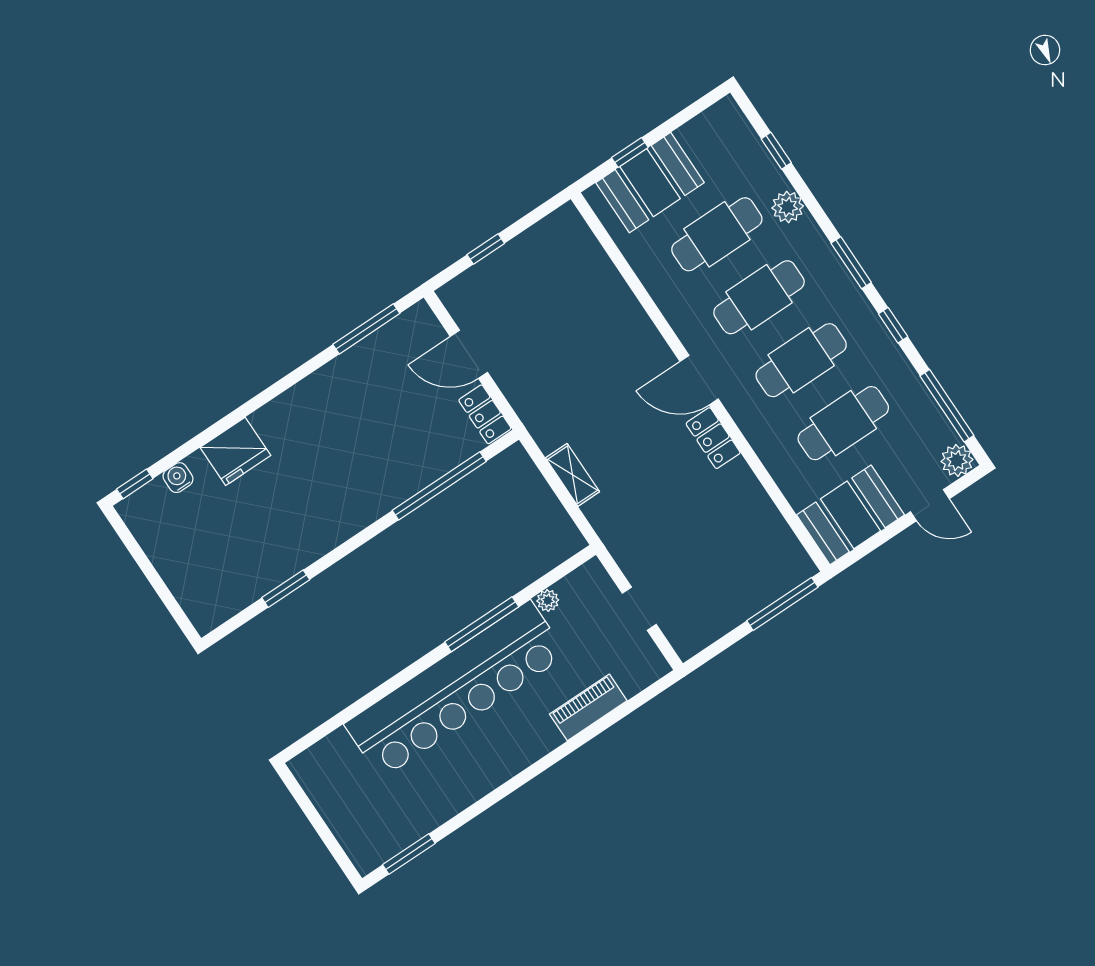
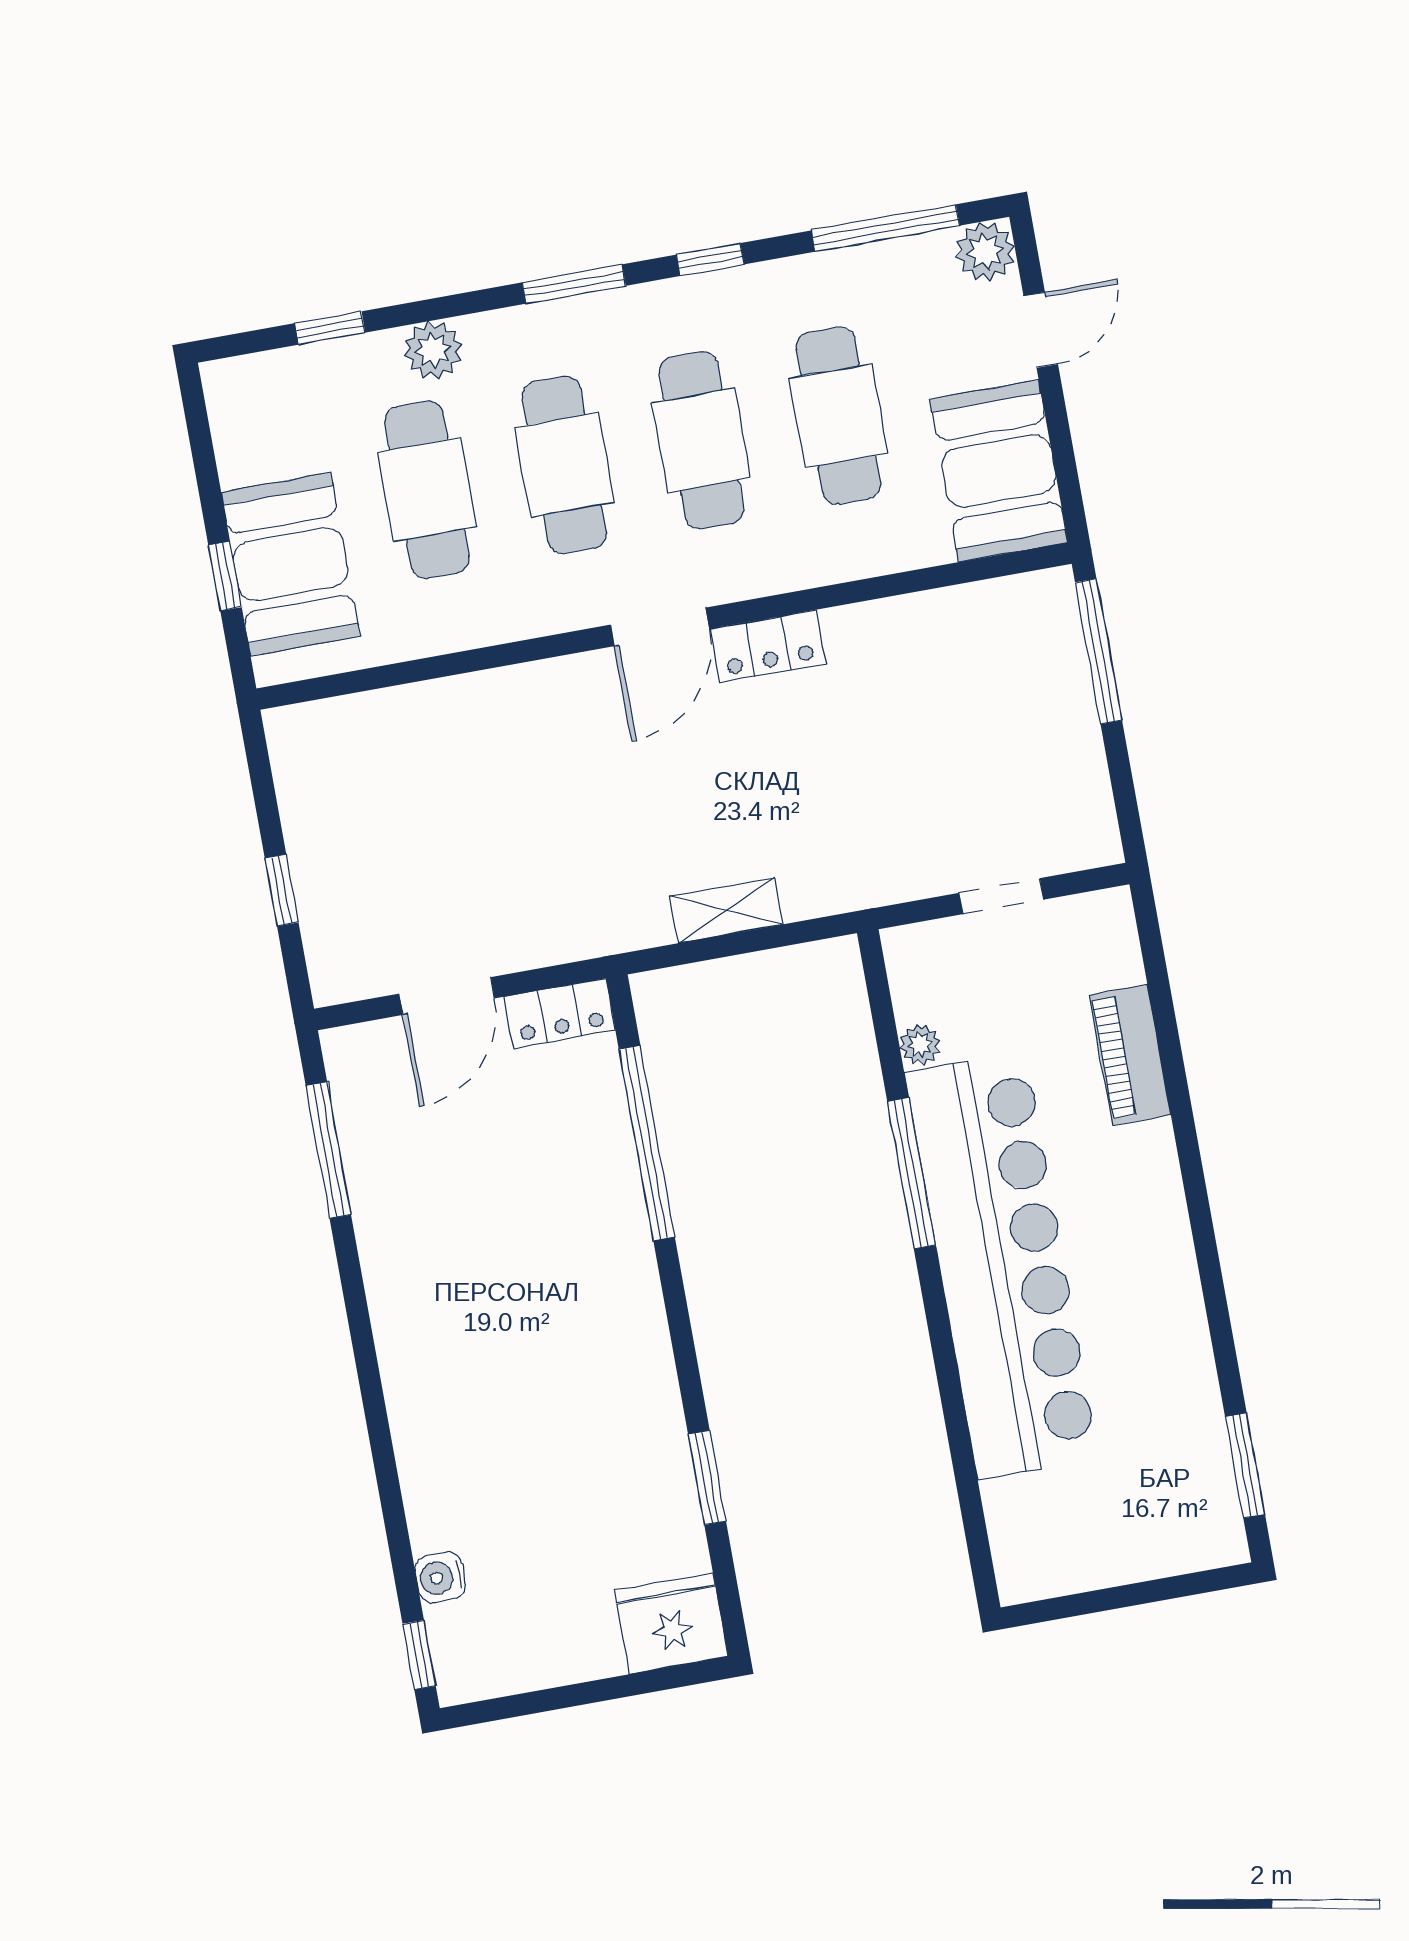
fridge: (235, 451) -> (671, 1624), moved, turned -90

